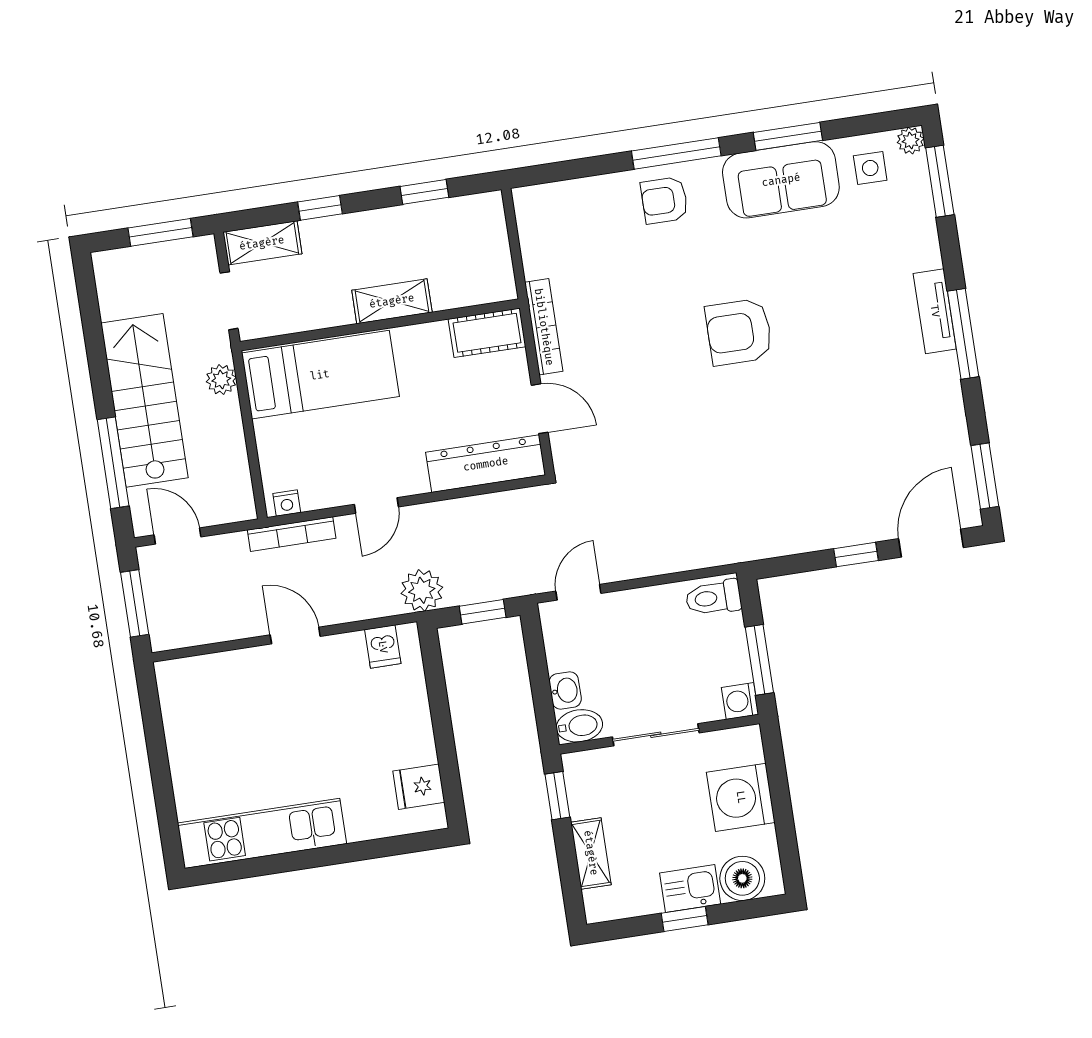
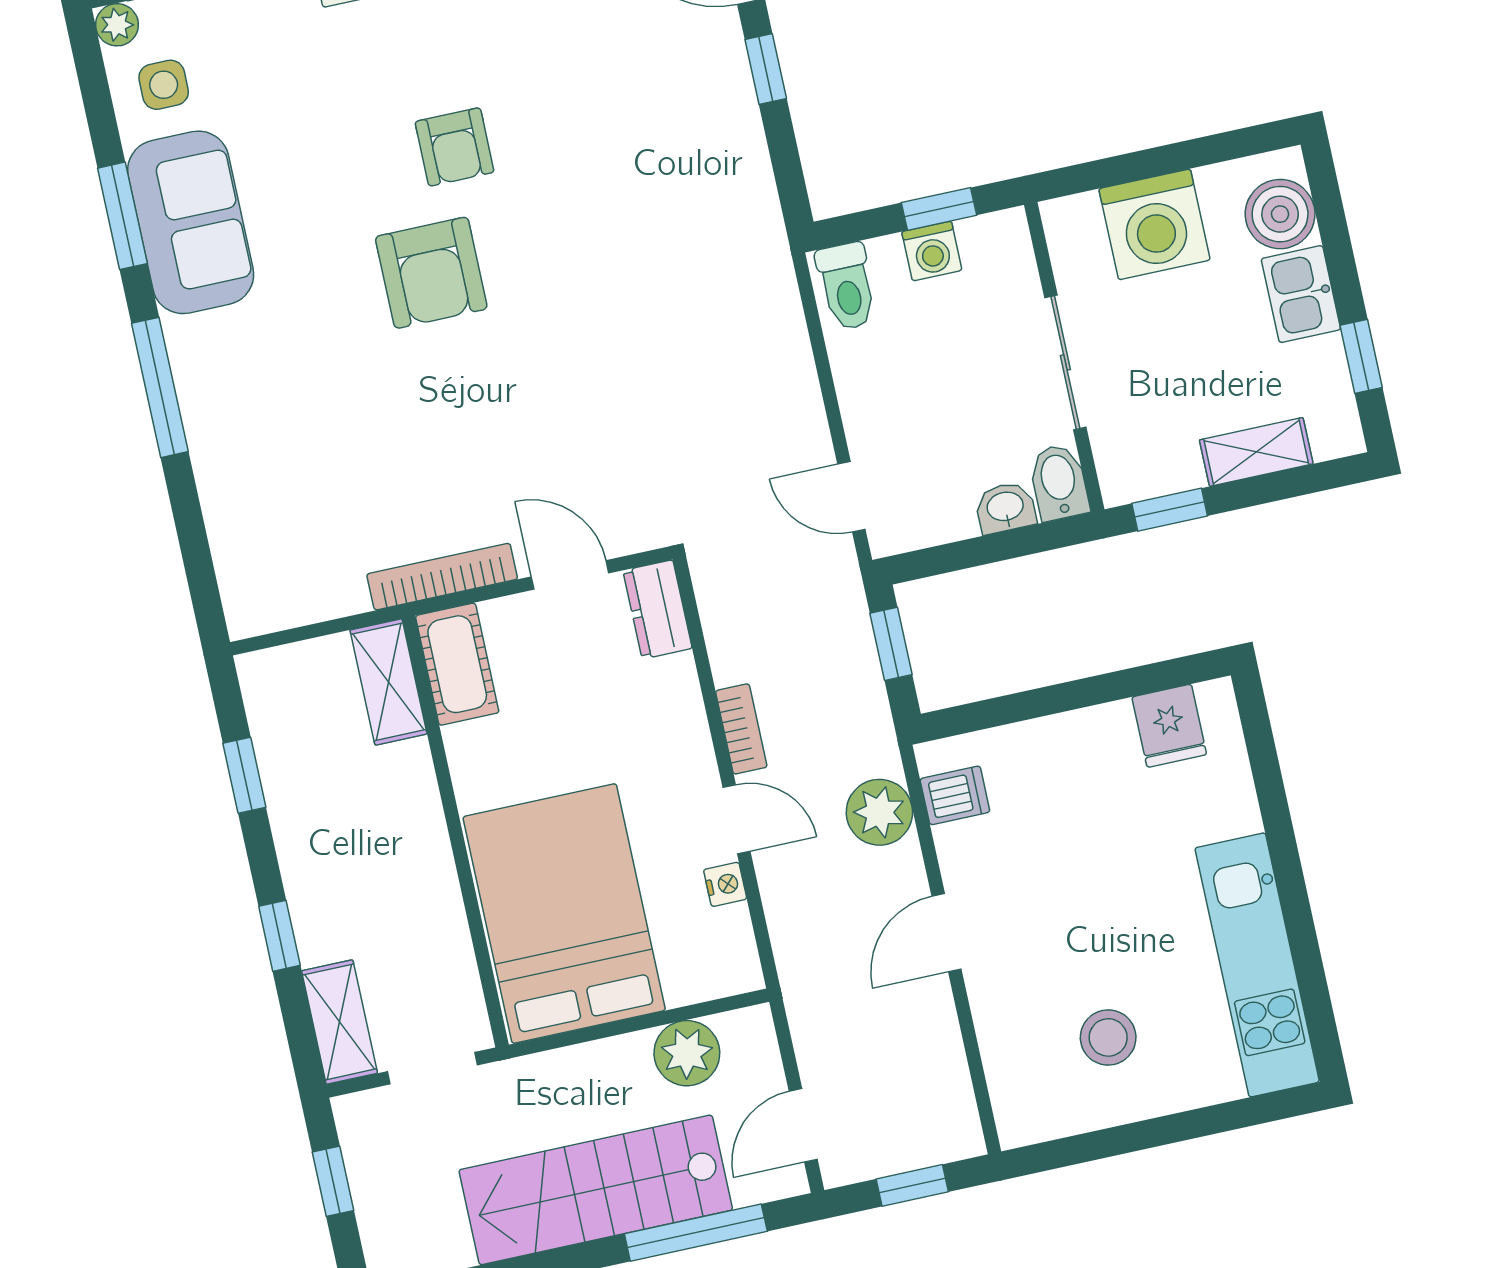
armchair: (664, 200) -> (454, 147), moved
window: (161, 232) -> (333, 1181), width x0.67
shelving: (392, 301) -> (389, 682), moved
bed: (320, 375) -> (564, 914), width x1.50
plant: (221, 380) -> (687, 1053), moved, width x1.38, depth x1.38
door: (540, 409) -> (570, 575), hinge flipped
dresser: (486, 464) -> (657, 609), width x0.51, depth x0.80
nightstand: (287, 503) -> (725, 884), moved
bookcase: (292, 534) -> (741, 729), moved, width x0.64
plant: (422, 590) -> (879, 812), moved
window: (135, 603) -> (912, 1185), width x0.67
window: (759, 660) -> (939, 209), width x0.67
washing machine: (740, 701) -> (932, 251), moved
stool: (222, 735) -> (1108, 1037), added
window: (685, 919) -> (1361, 356), moved

